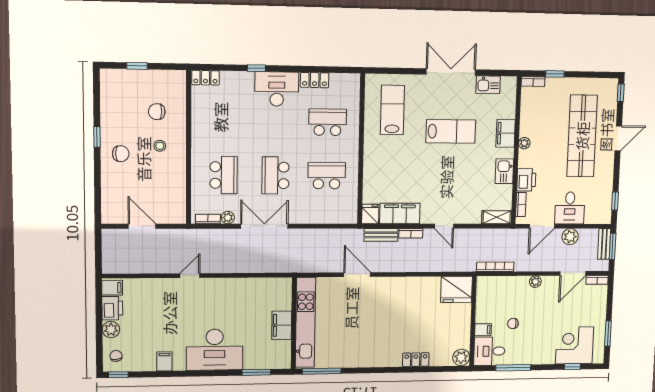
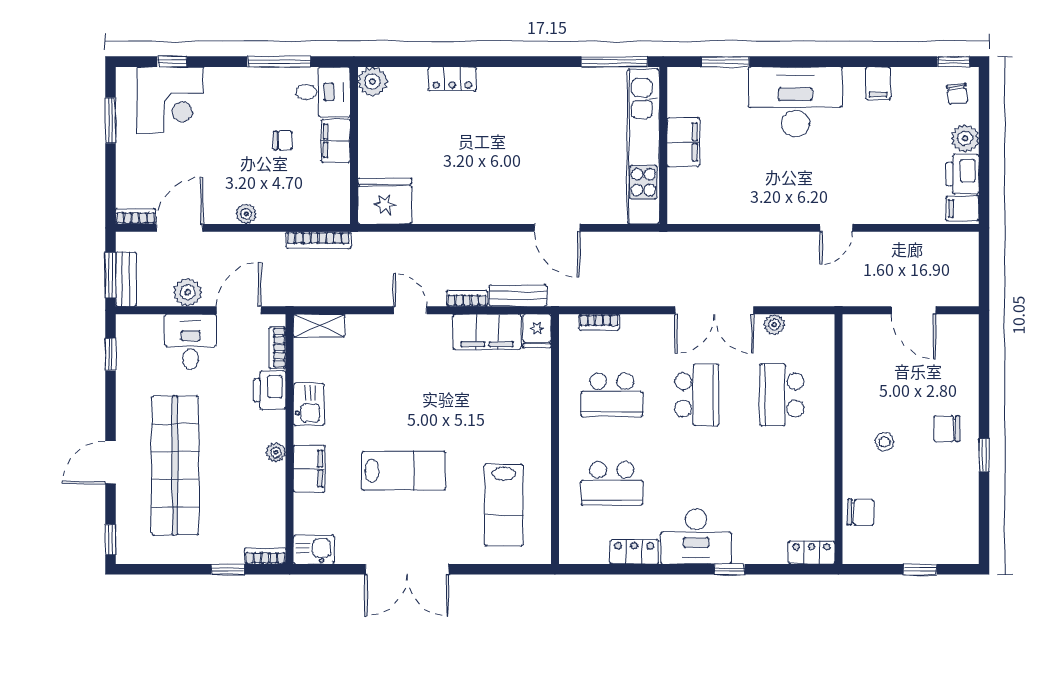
kitchen sink: (488, 85) -> (314, 549), moved
chair: (157, 112) -> (861, 513), moved
lab bench: (451, 131) -> (404, 471), turned 180
bookcase: (208, 219) -> (599, 322), moved
filing cabinet: (483, 330) -> (336, 141), width x2.00

